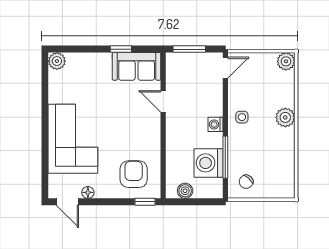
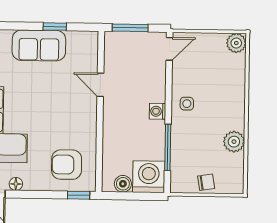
sofa: (137, 66) -> (39, 45), moved
plant: (285, 117) -> (234, 142), moved
washing machine: (208, 163) -> (149, 177), moved, turned 90
armchair: (134, 174) -> (67, 165), turned -90
chair: (246, 182) -> (206, 182), moved, turned -140

